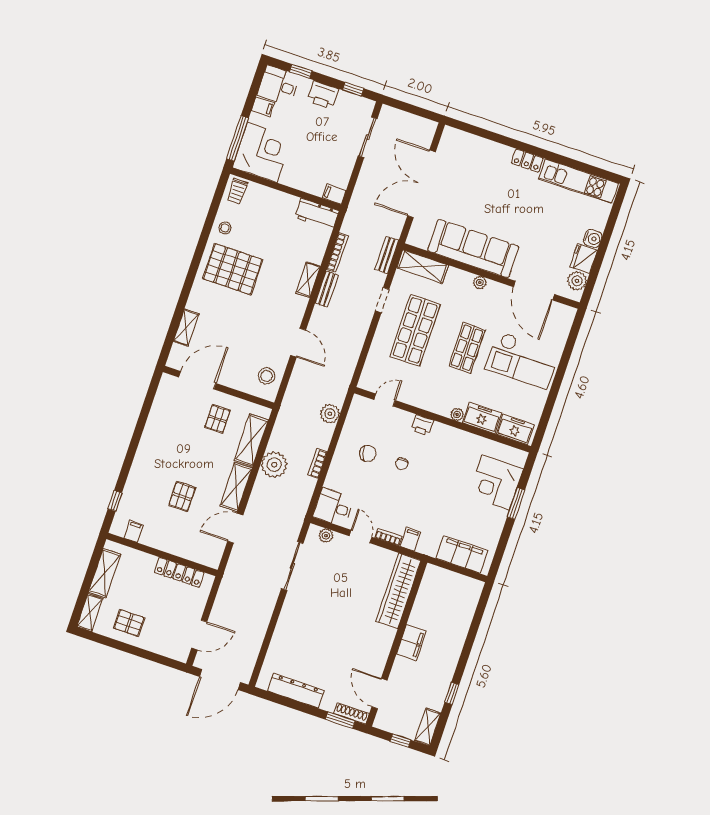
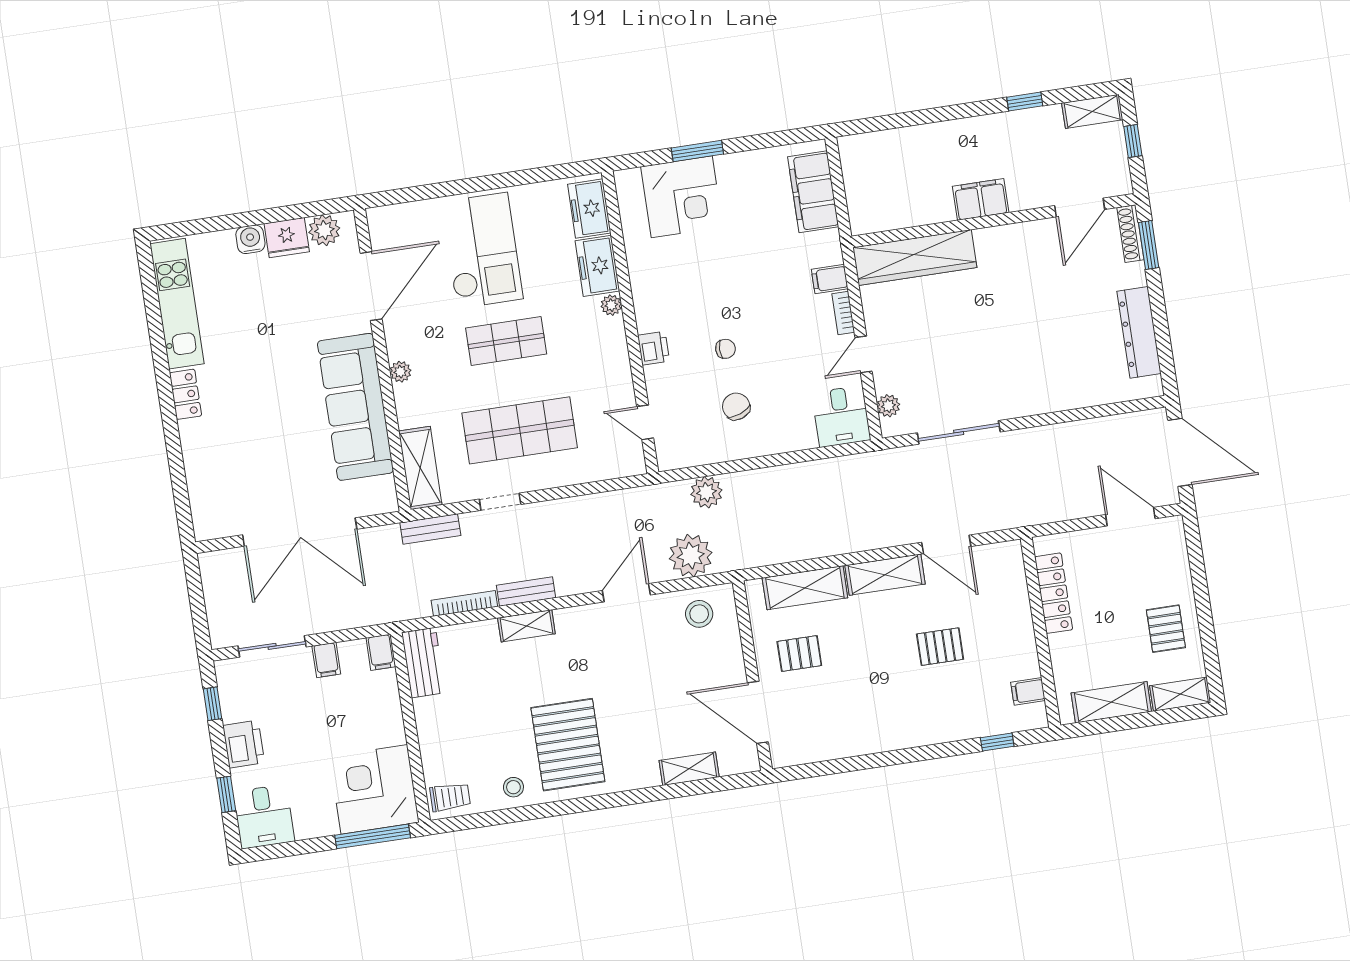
filing cabinet: (263, 107) -> (326, 660), moved, turned 180
bookcase: (317, 464) -> (789, 473), removed
plant: (274, 465) -> (691, 556), moved

